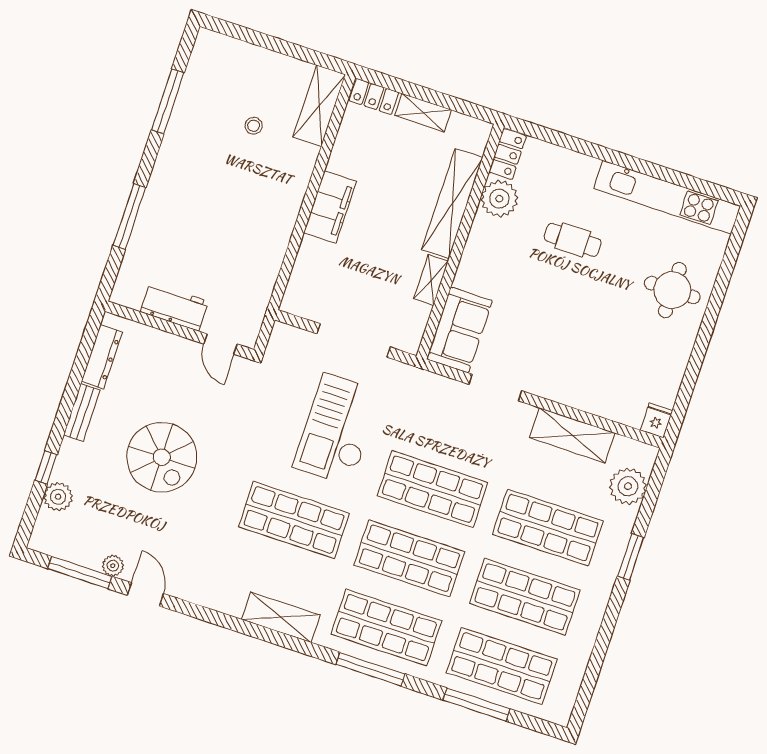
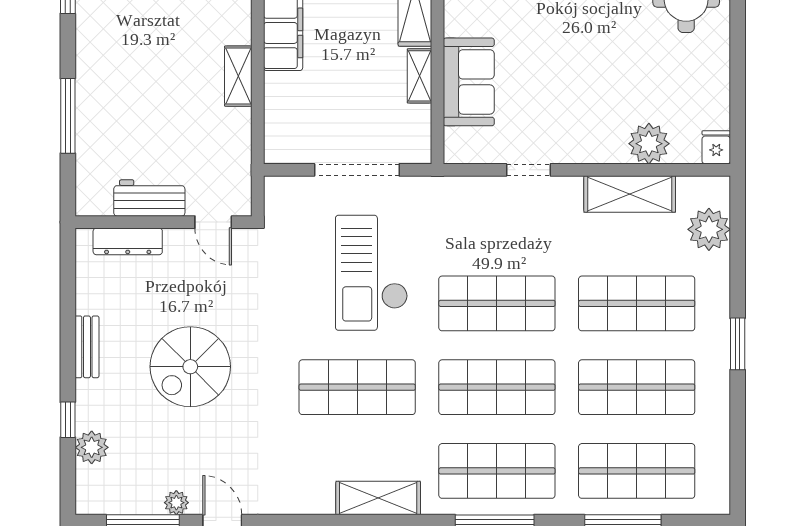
shelving: (281, 230) -> (238, 76), added
sofa: (460, 330) -> (469, 82), moved
dresser: (102, 357) -> (128, 241), moved, turned 90
doorway: (495, 388) -> (528, 170), width x0.73
plant: (602, 399) -> (649, 144), added
spiral stairs: (162, 457) -> (190, 367), turned 90
window: (631, 557) -> (738, 344), moved

